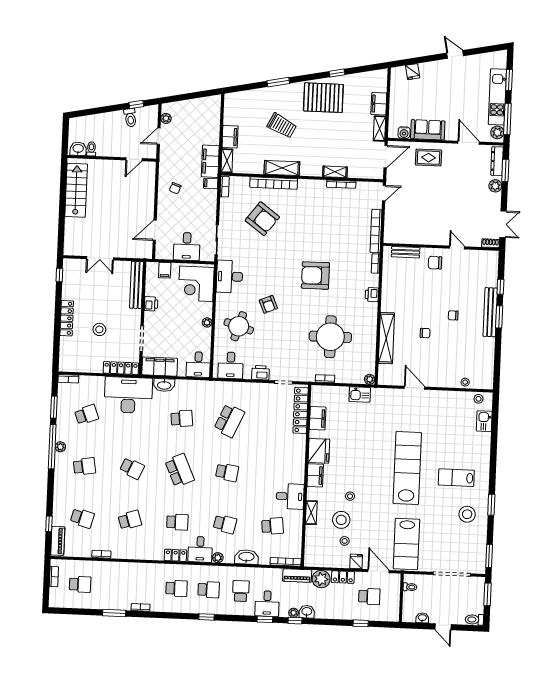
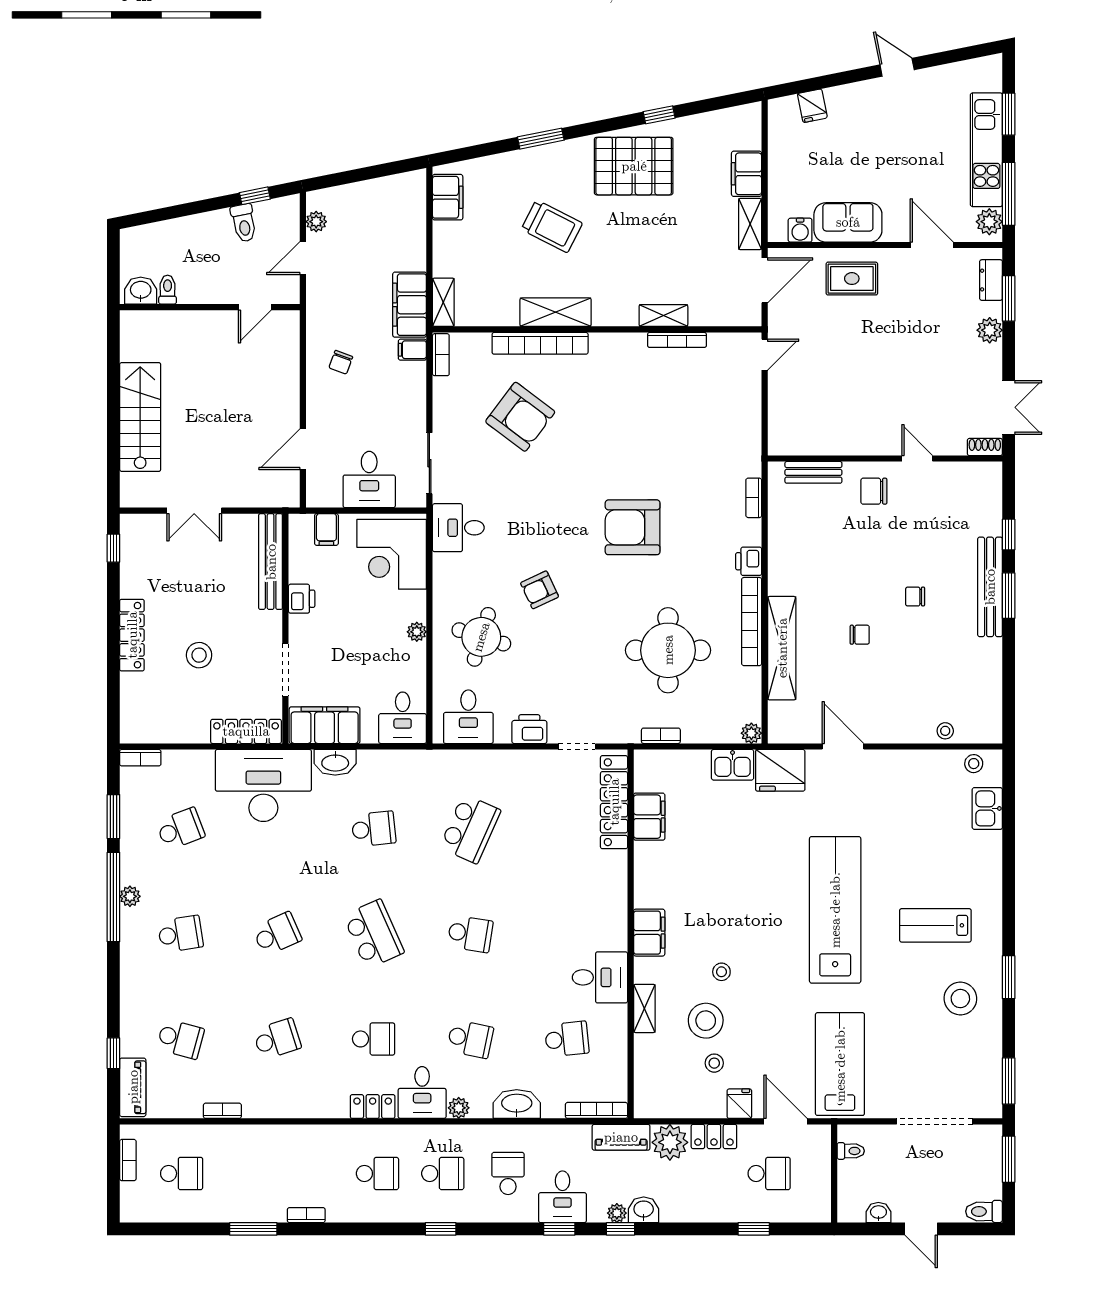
filing cabinet: (230, 137) -> (448, 197), moved
dresser: (497, 161) -> (991, 280), width x0.70
stairs: (76, 190) -> (140, 417), moved
bookcase: (376, 231) -> (752, 622), moved
desk: (229, 276) -> (458, 528), width x0.73
armchair: (268, 304) -> (540, 590), turned 88
fridge: (319, 451) -> (780, 770), moved, turned 90
school desk: (132, 468) -> (277, 934), turned -48
lab bench: (406, 544) -> (840, 1064), turned 180

